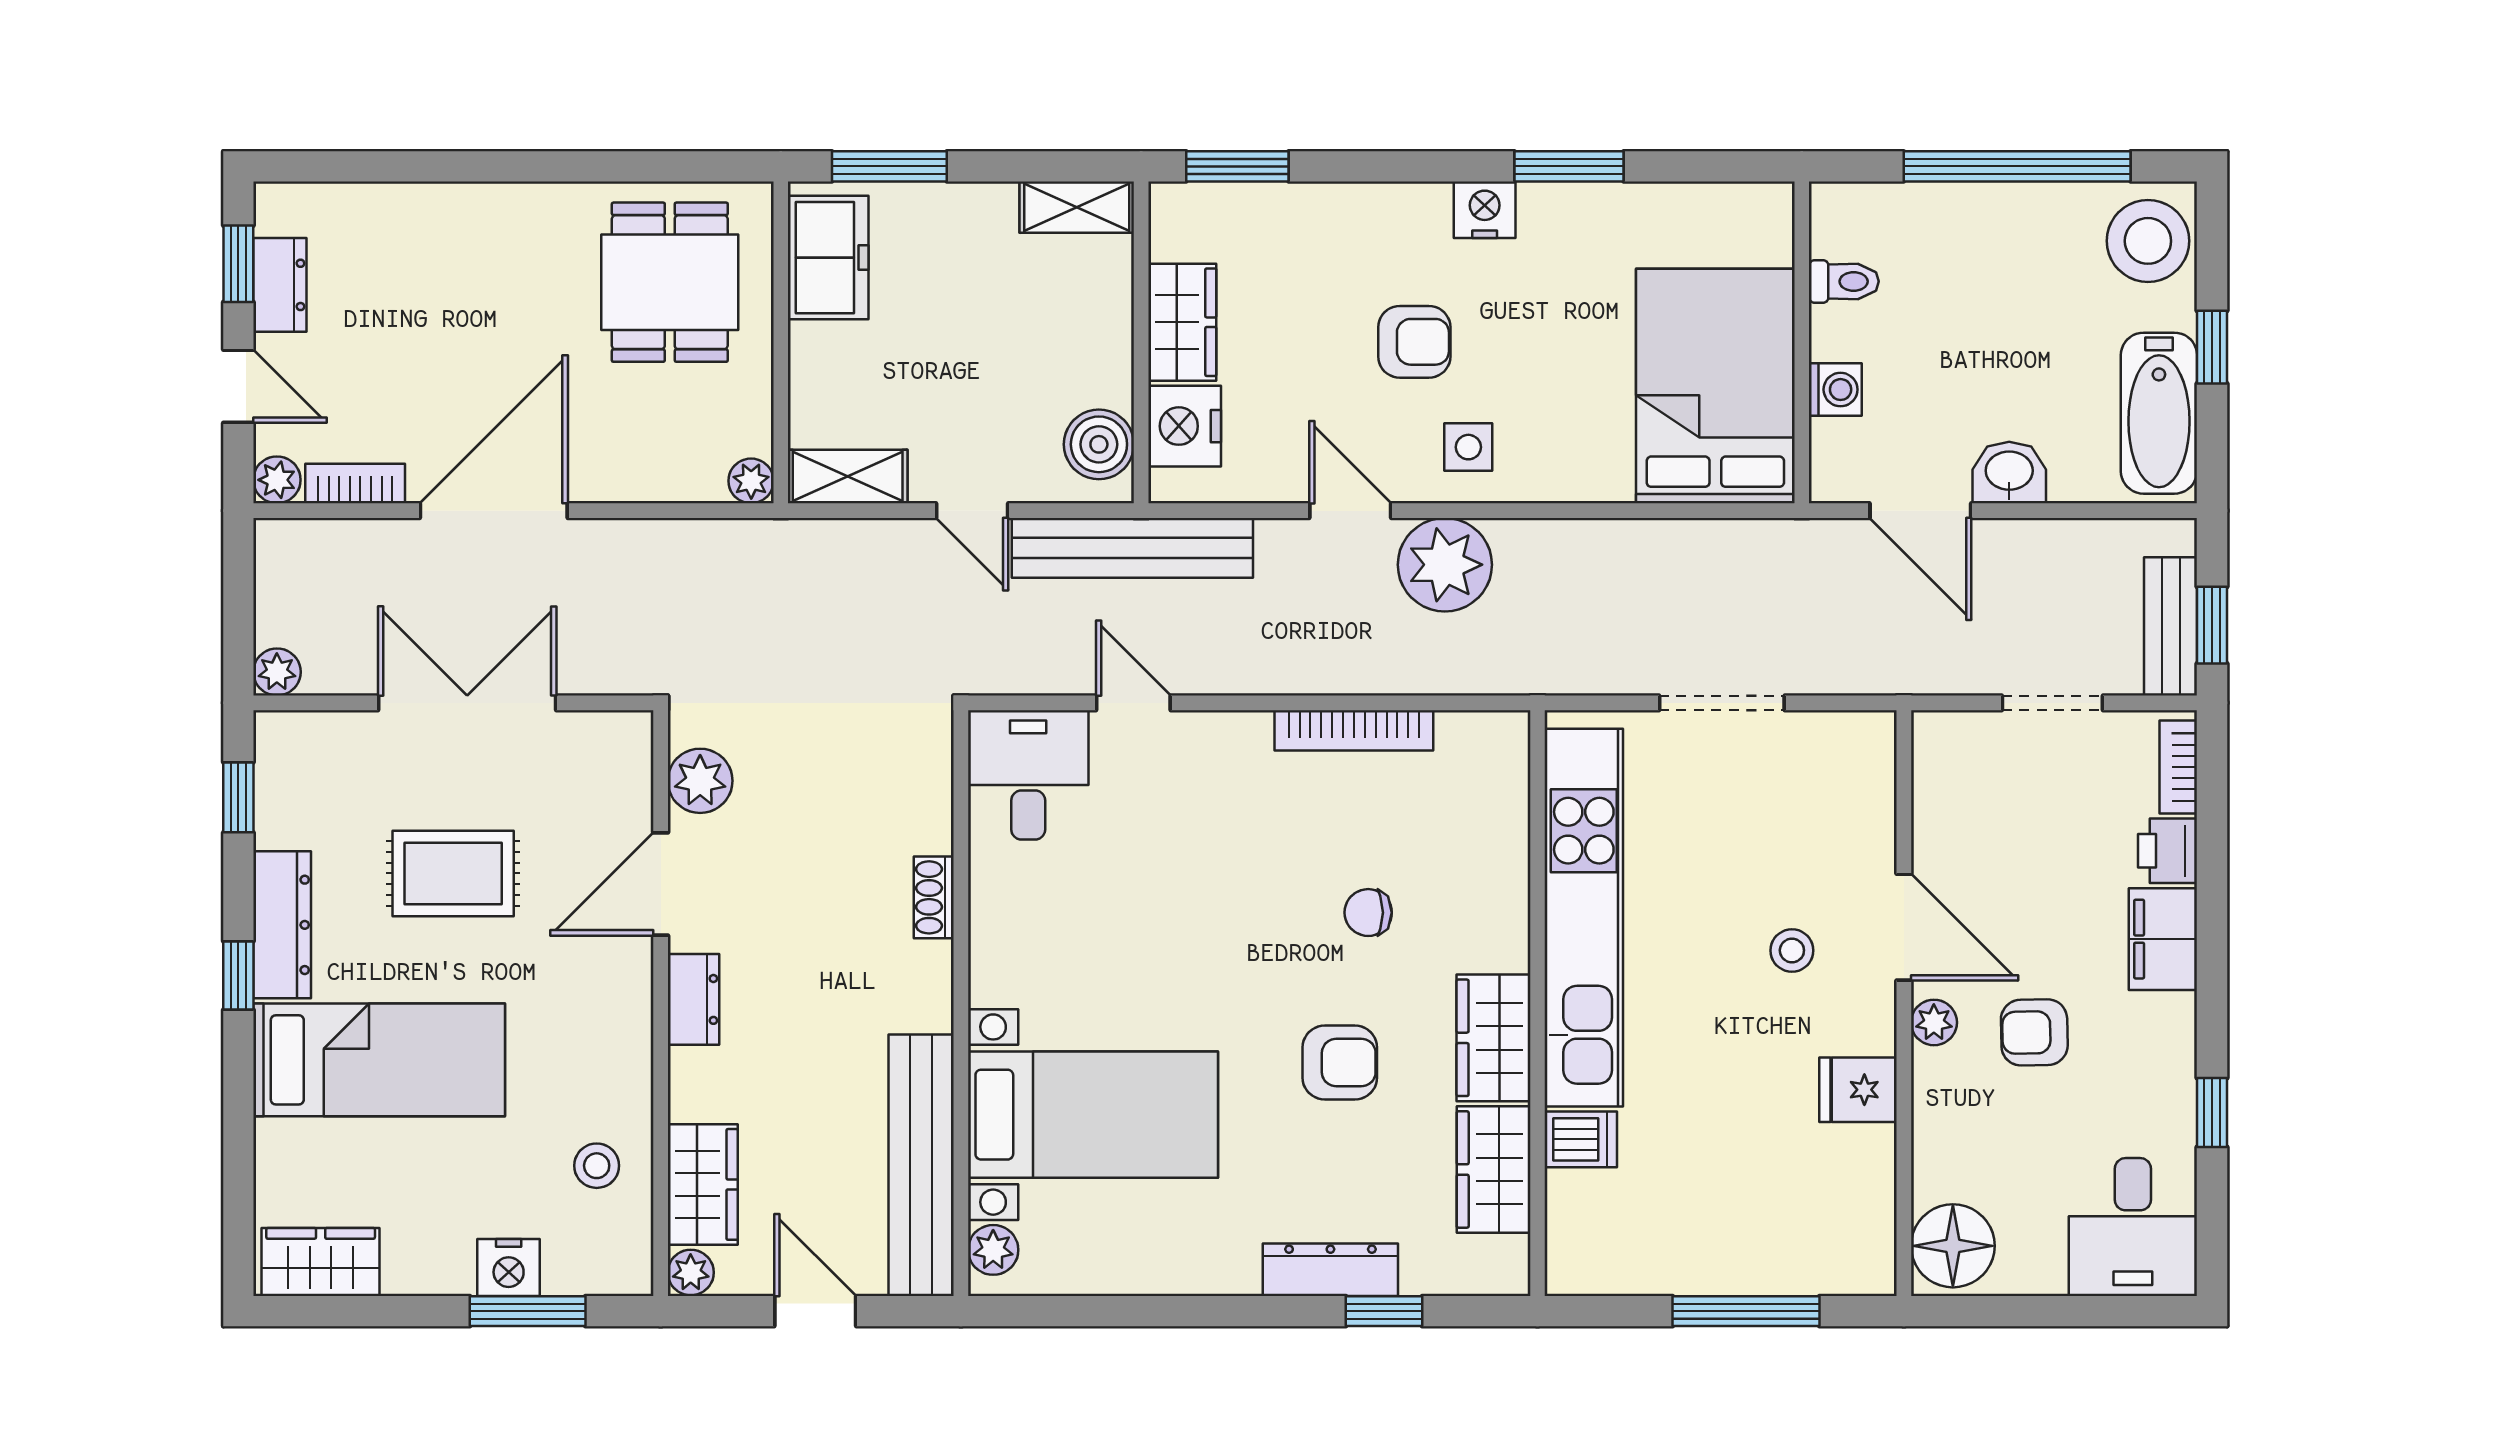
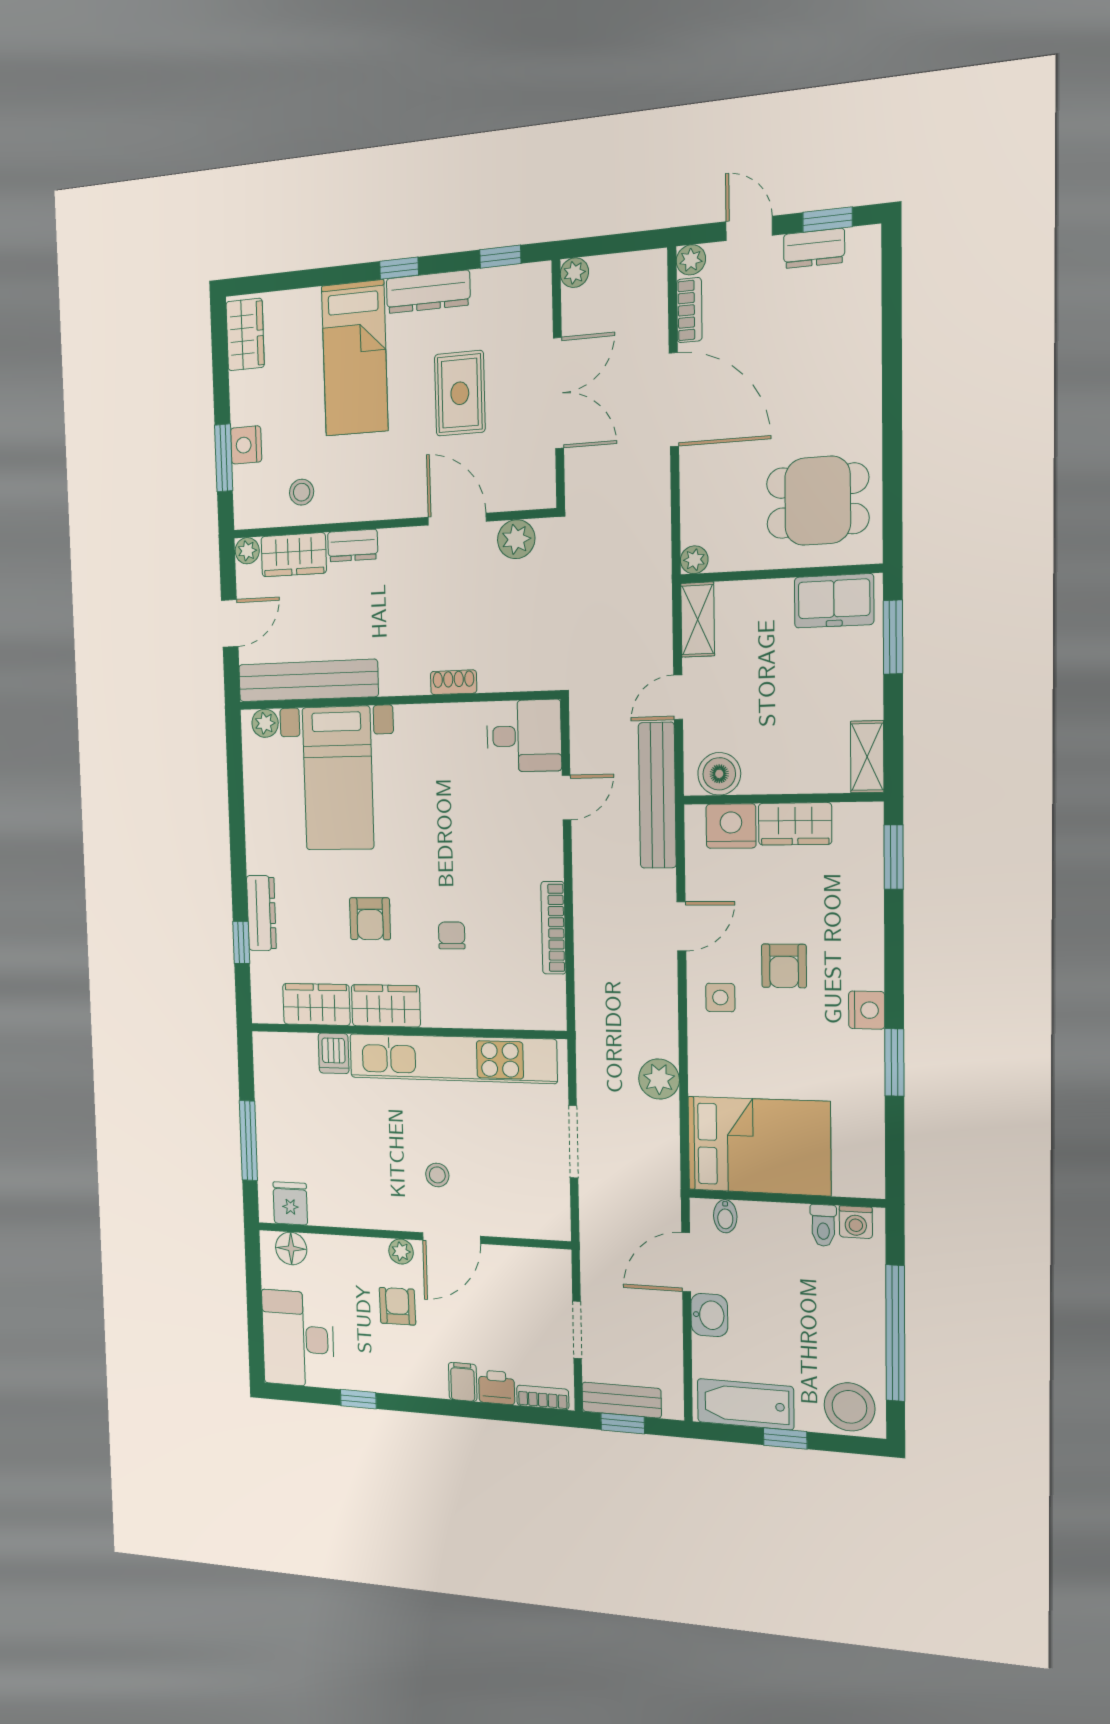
door: (238, 386) -> (749, 228), swing flipped
washing machine: (1835, 390) -> (856, 1222), moved
bidet: (1838, 443) -> (725, 1216), added
plant: (1445, 565) -> (659, 1079), moved, width x0.73, depth x0.73
filing cabinet: (2163, 939) -> (463, 1382), width x0.50
dresser: (693, 999) -> (353, 546), moved
fridge: (1858, 1090) -> (290, 1203), moved
desk: (2133, 1227) -> (298, 1339), width x1.37
floor lamp: (1953, 1246) -> (291, 1248), width x0.73, depth x0.73

